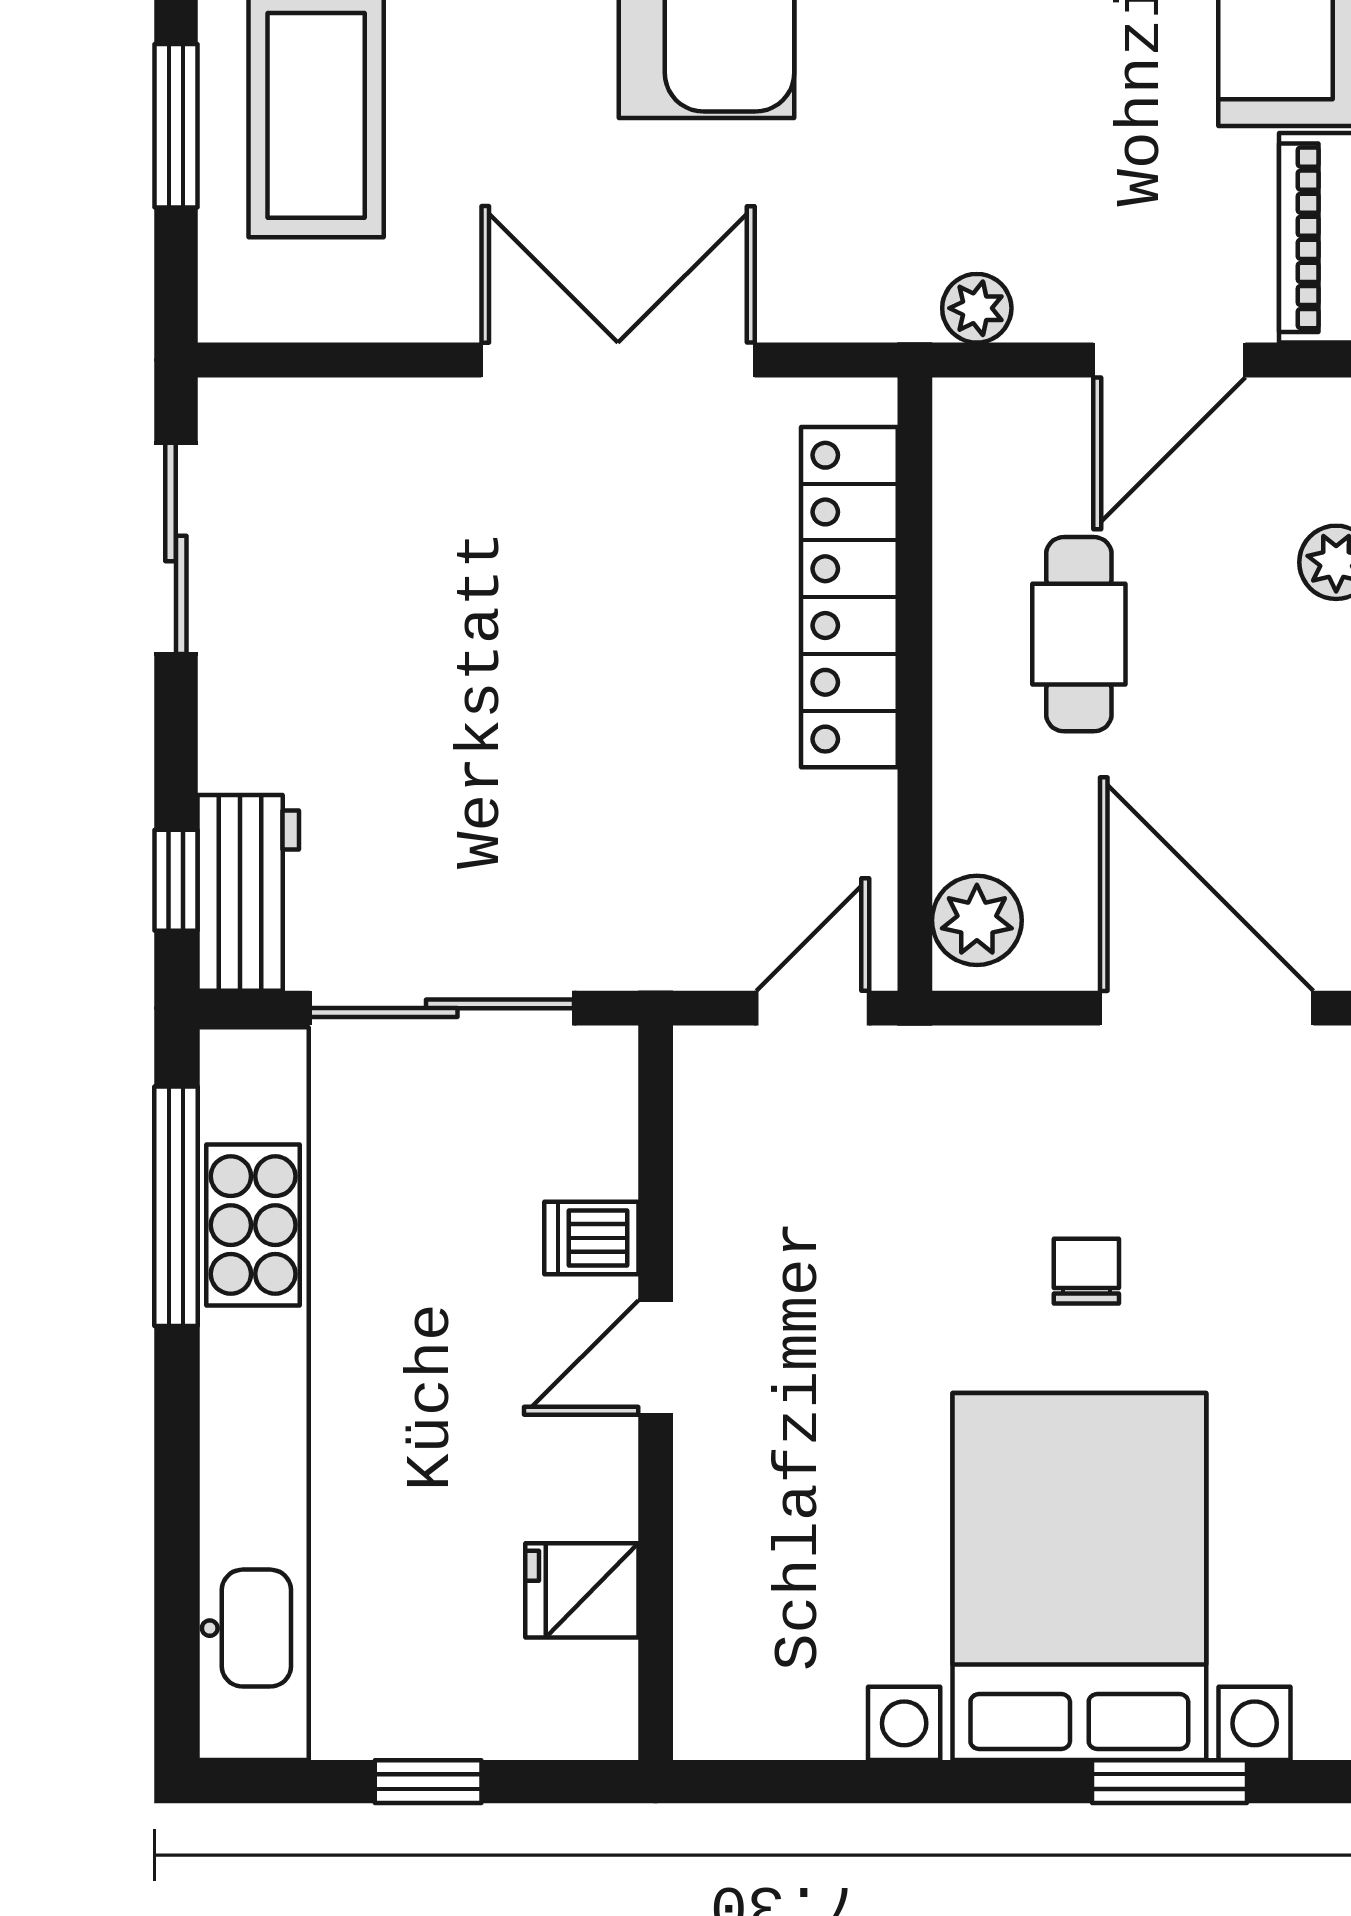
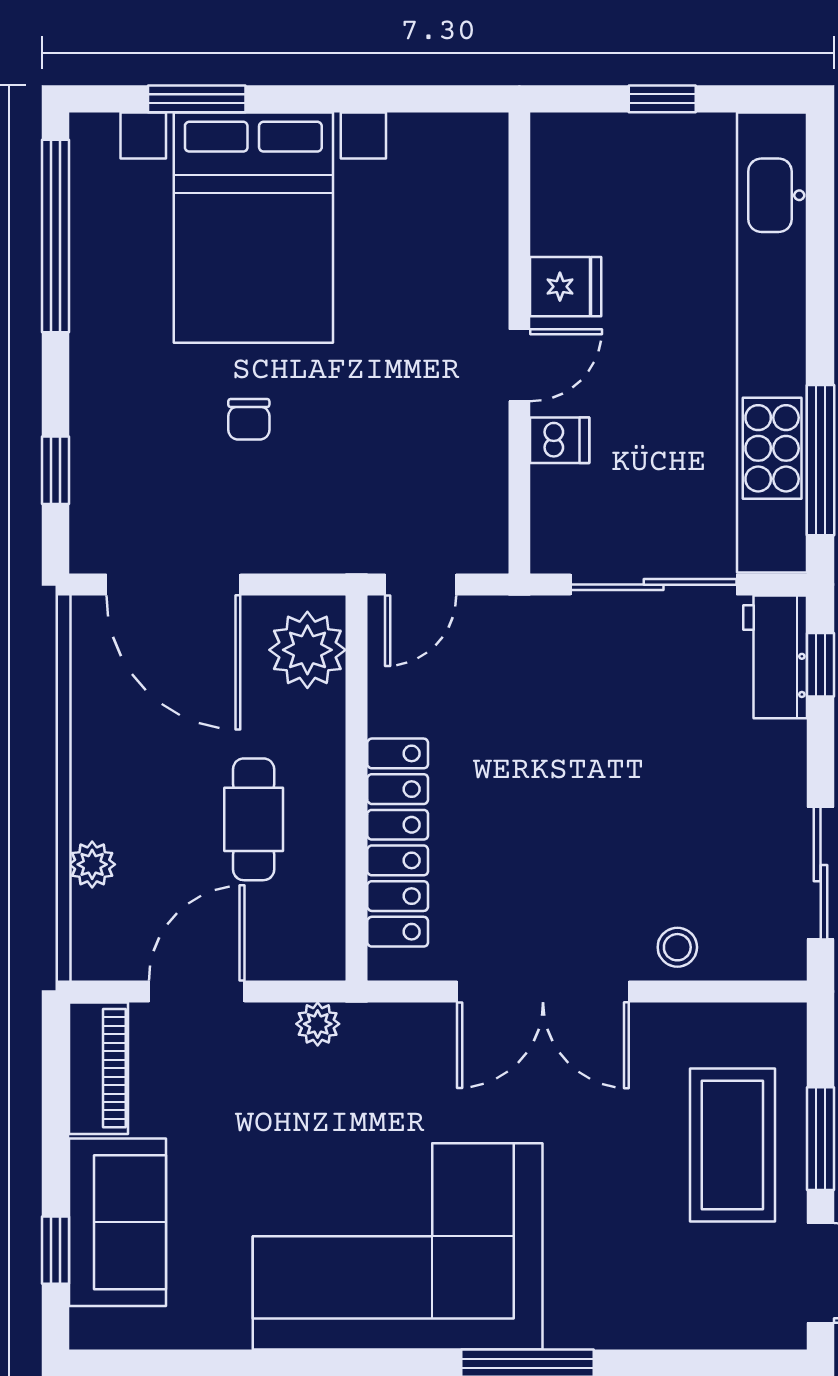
stool: (404, 430) -> (677, 947), added
plant: (977, 920) -> (307, 650), width x1.36, depth x1.36
fridge: (582, 1590) -> (566, 287), moved

